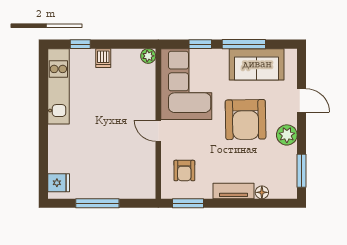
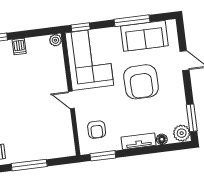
window: (200, 44) -> (81, 27), moved
plant: (287, 135) -> (182, 133), moved

